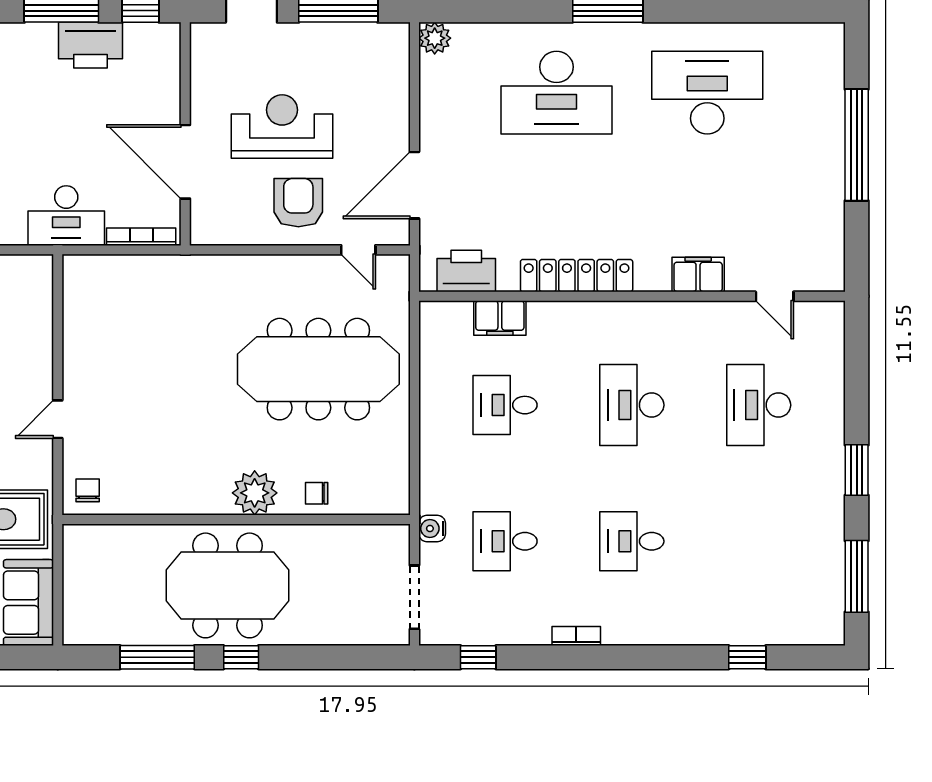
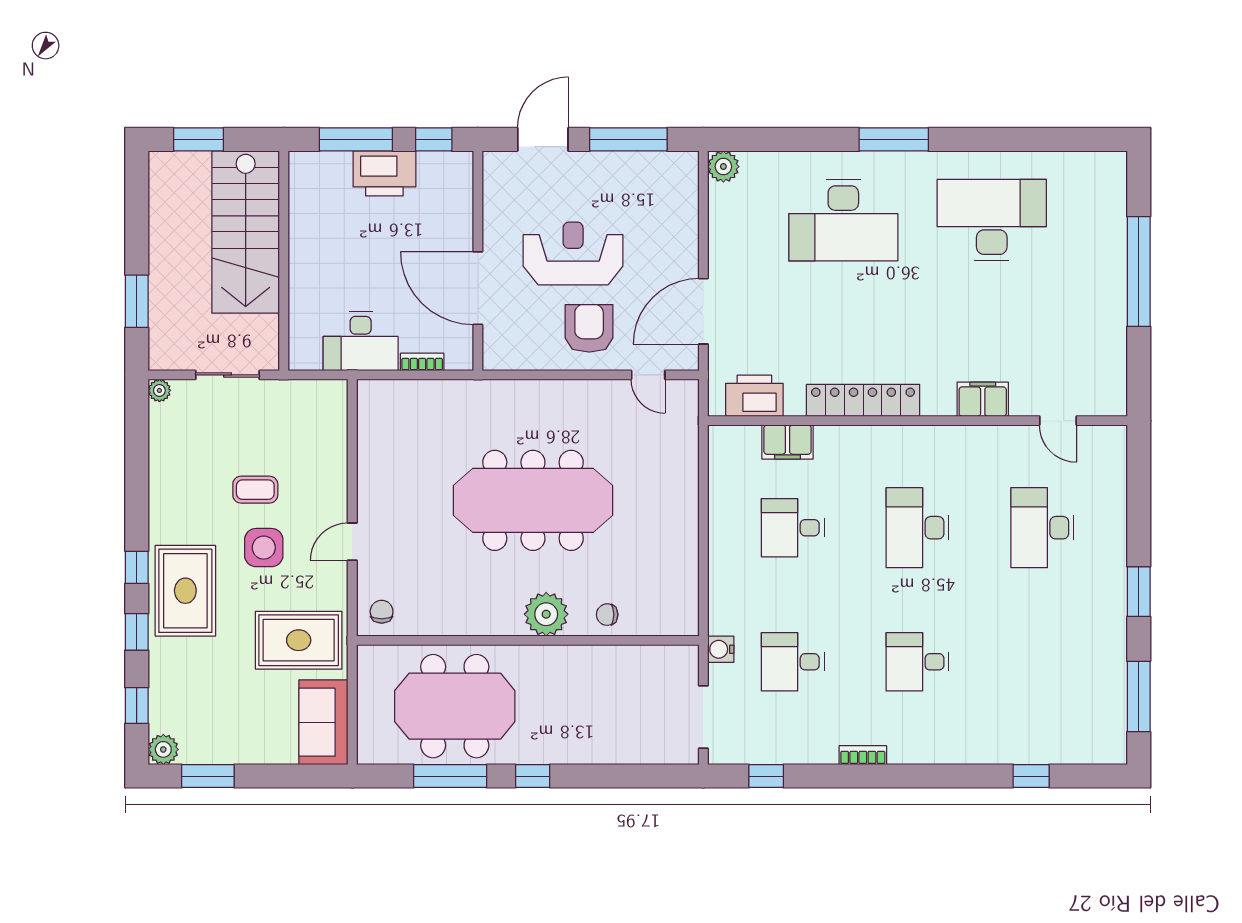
bookcase: (141, 237) -> (422, 362), width x0.64
meeting table: (318, 369) -> (533, 500), moved
meeting table: (228, 585) -> (455, 706), moved

